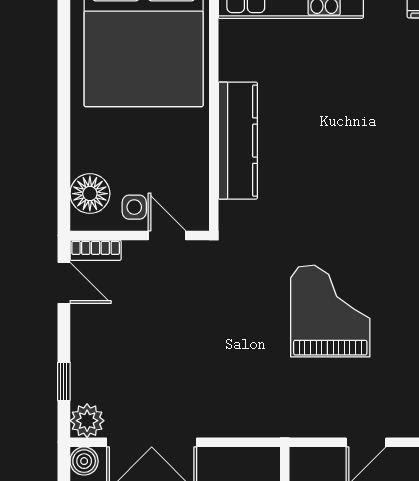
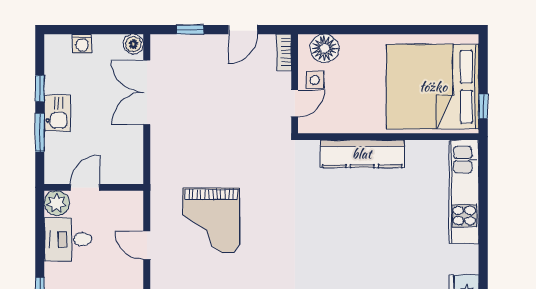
door: (64, 283) -> (243, 30), moved
grand piano: (330, 311) -> (211, 221), moved, turned 90
plant: (87, 421) -> (162, 46), removed

